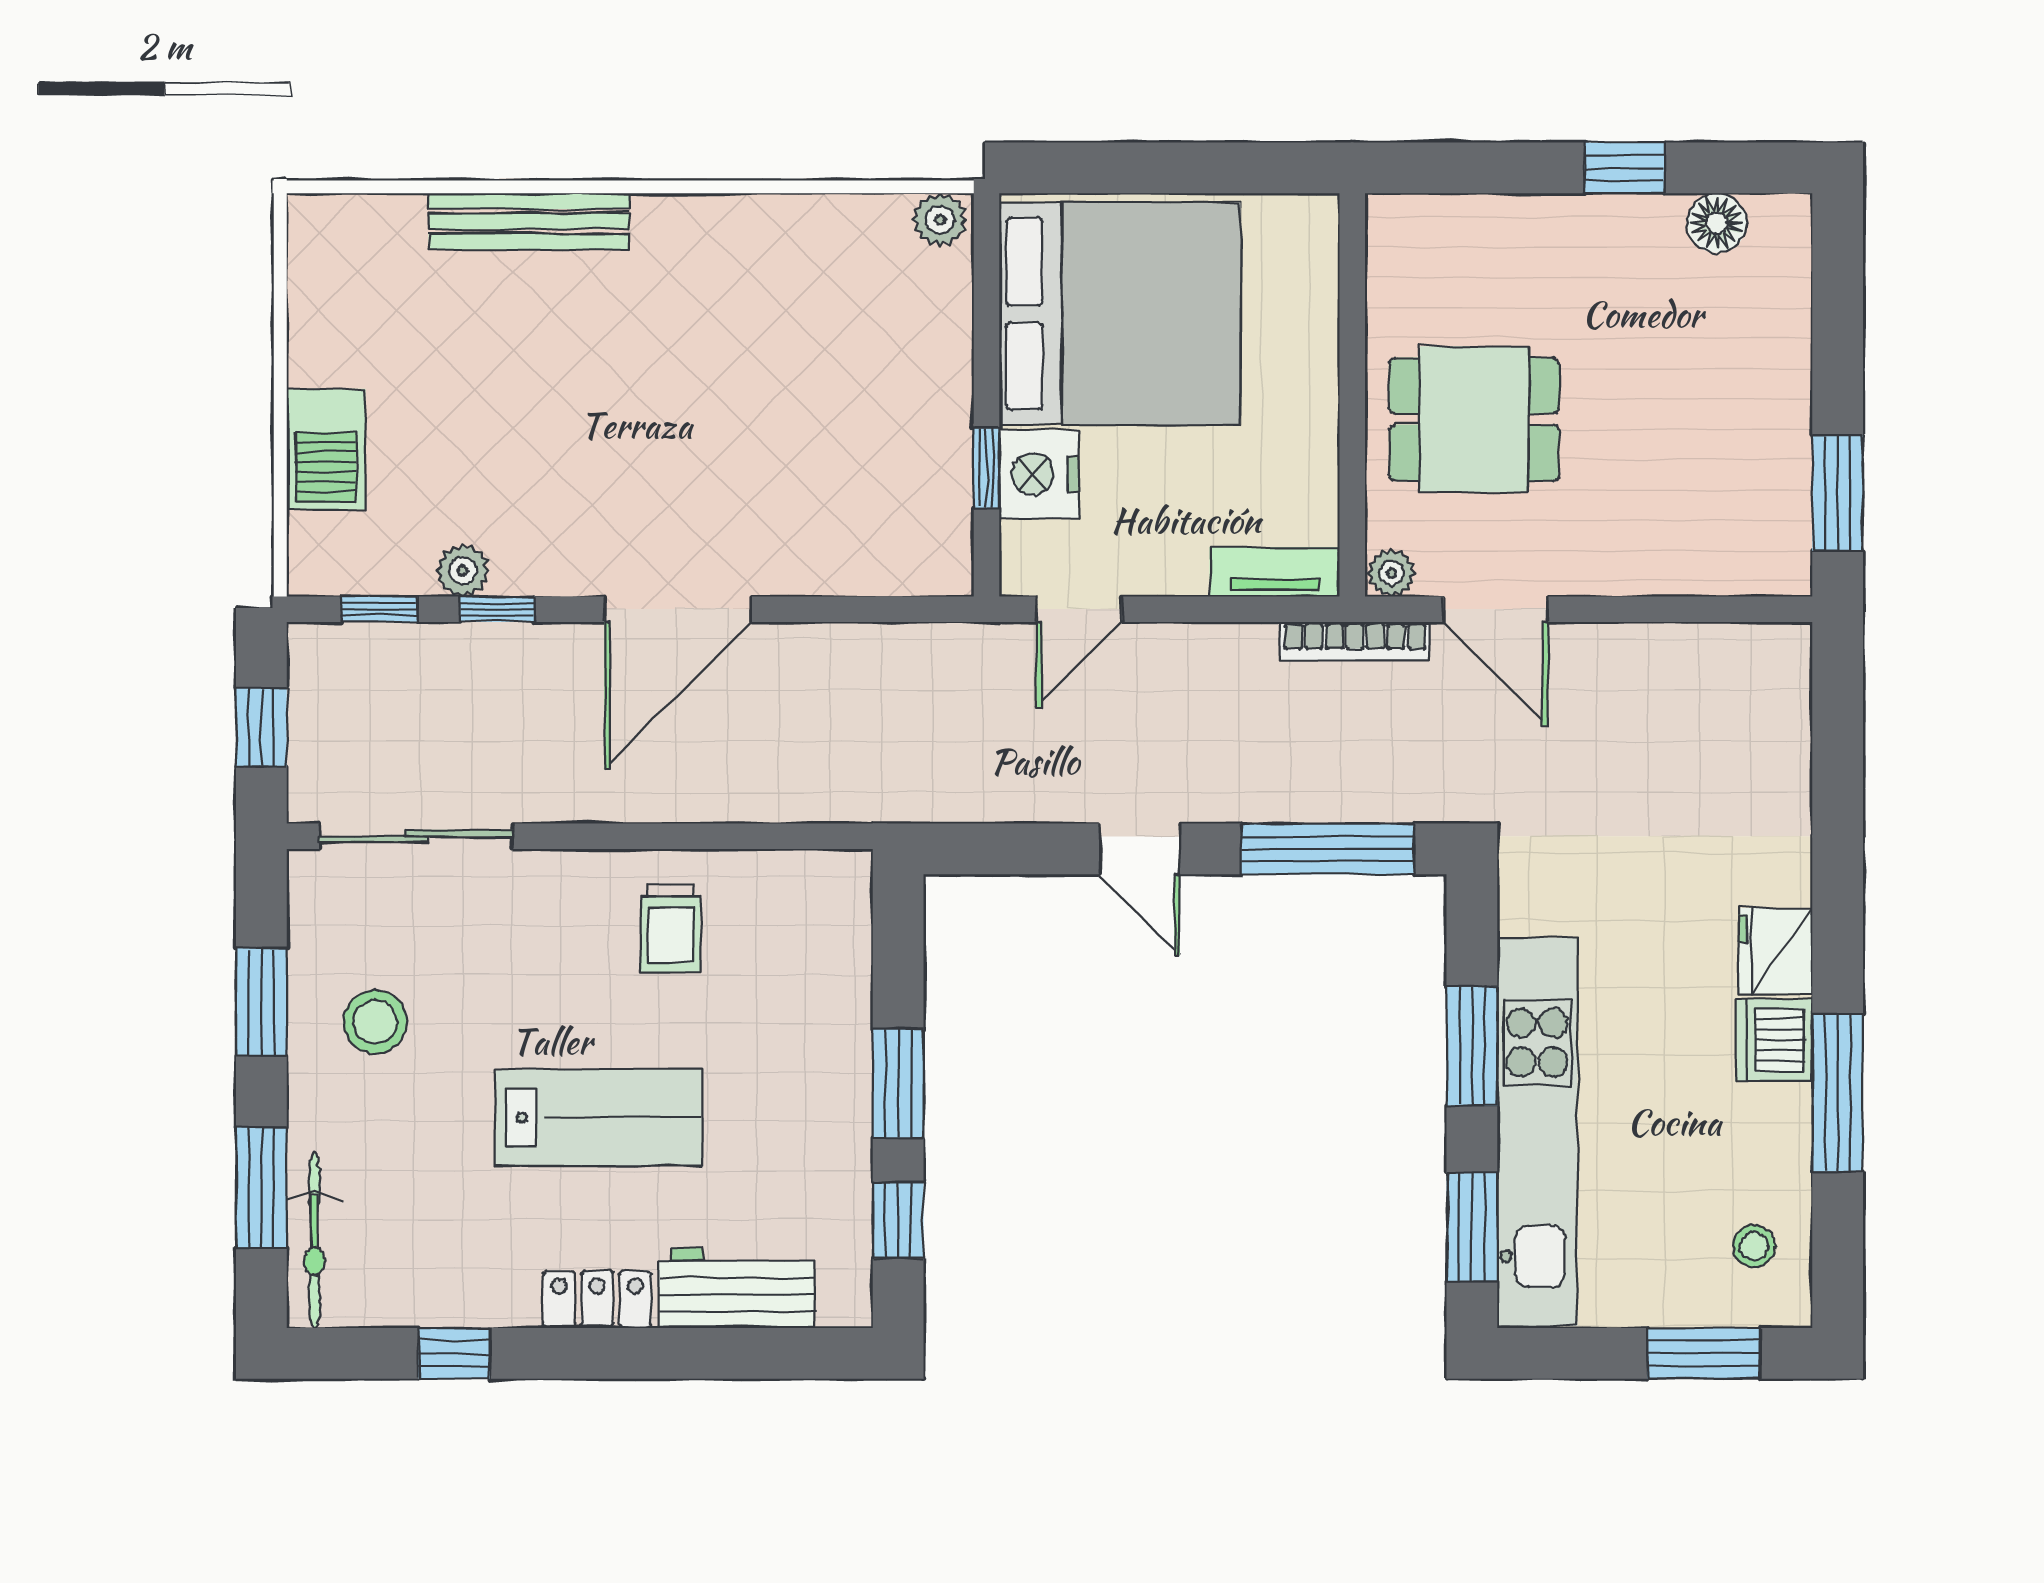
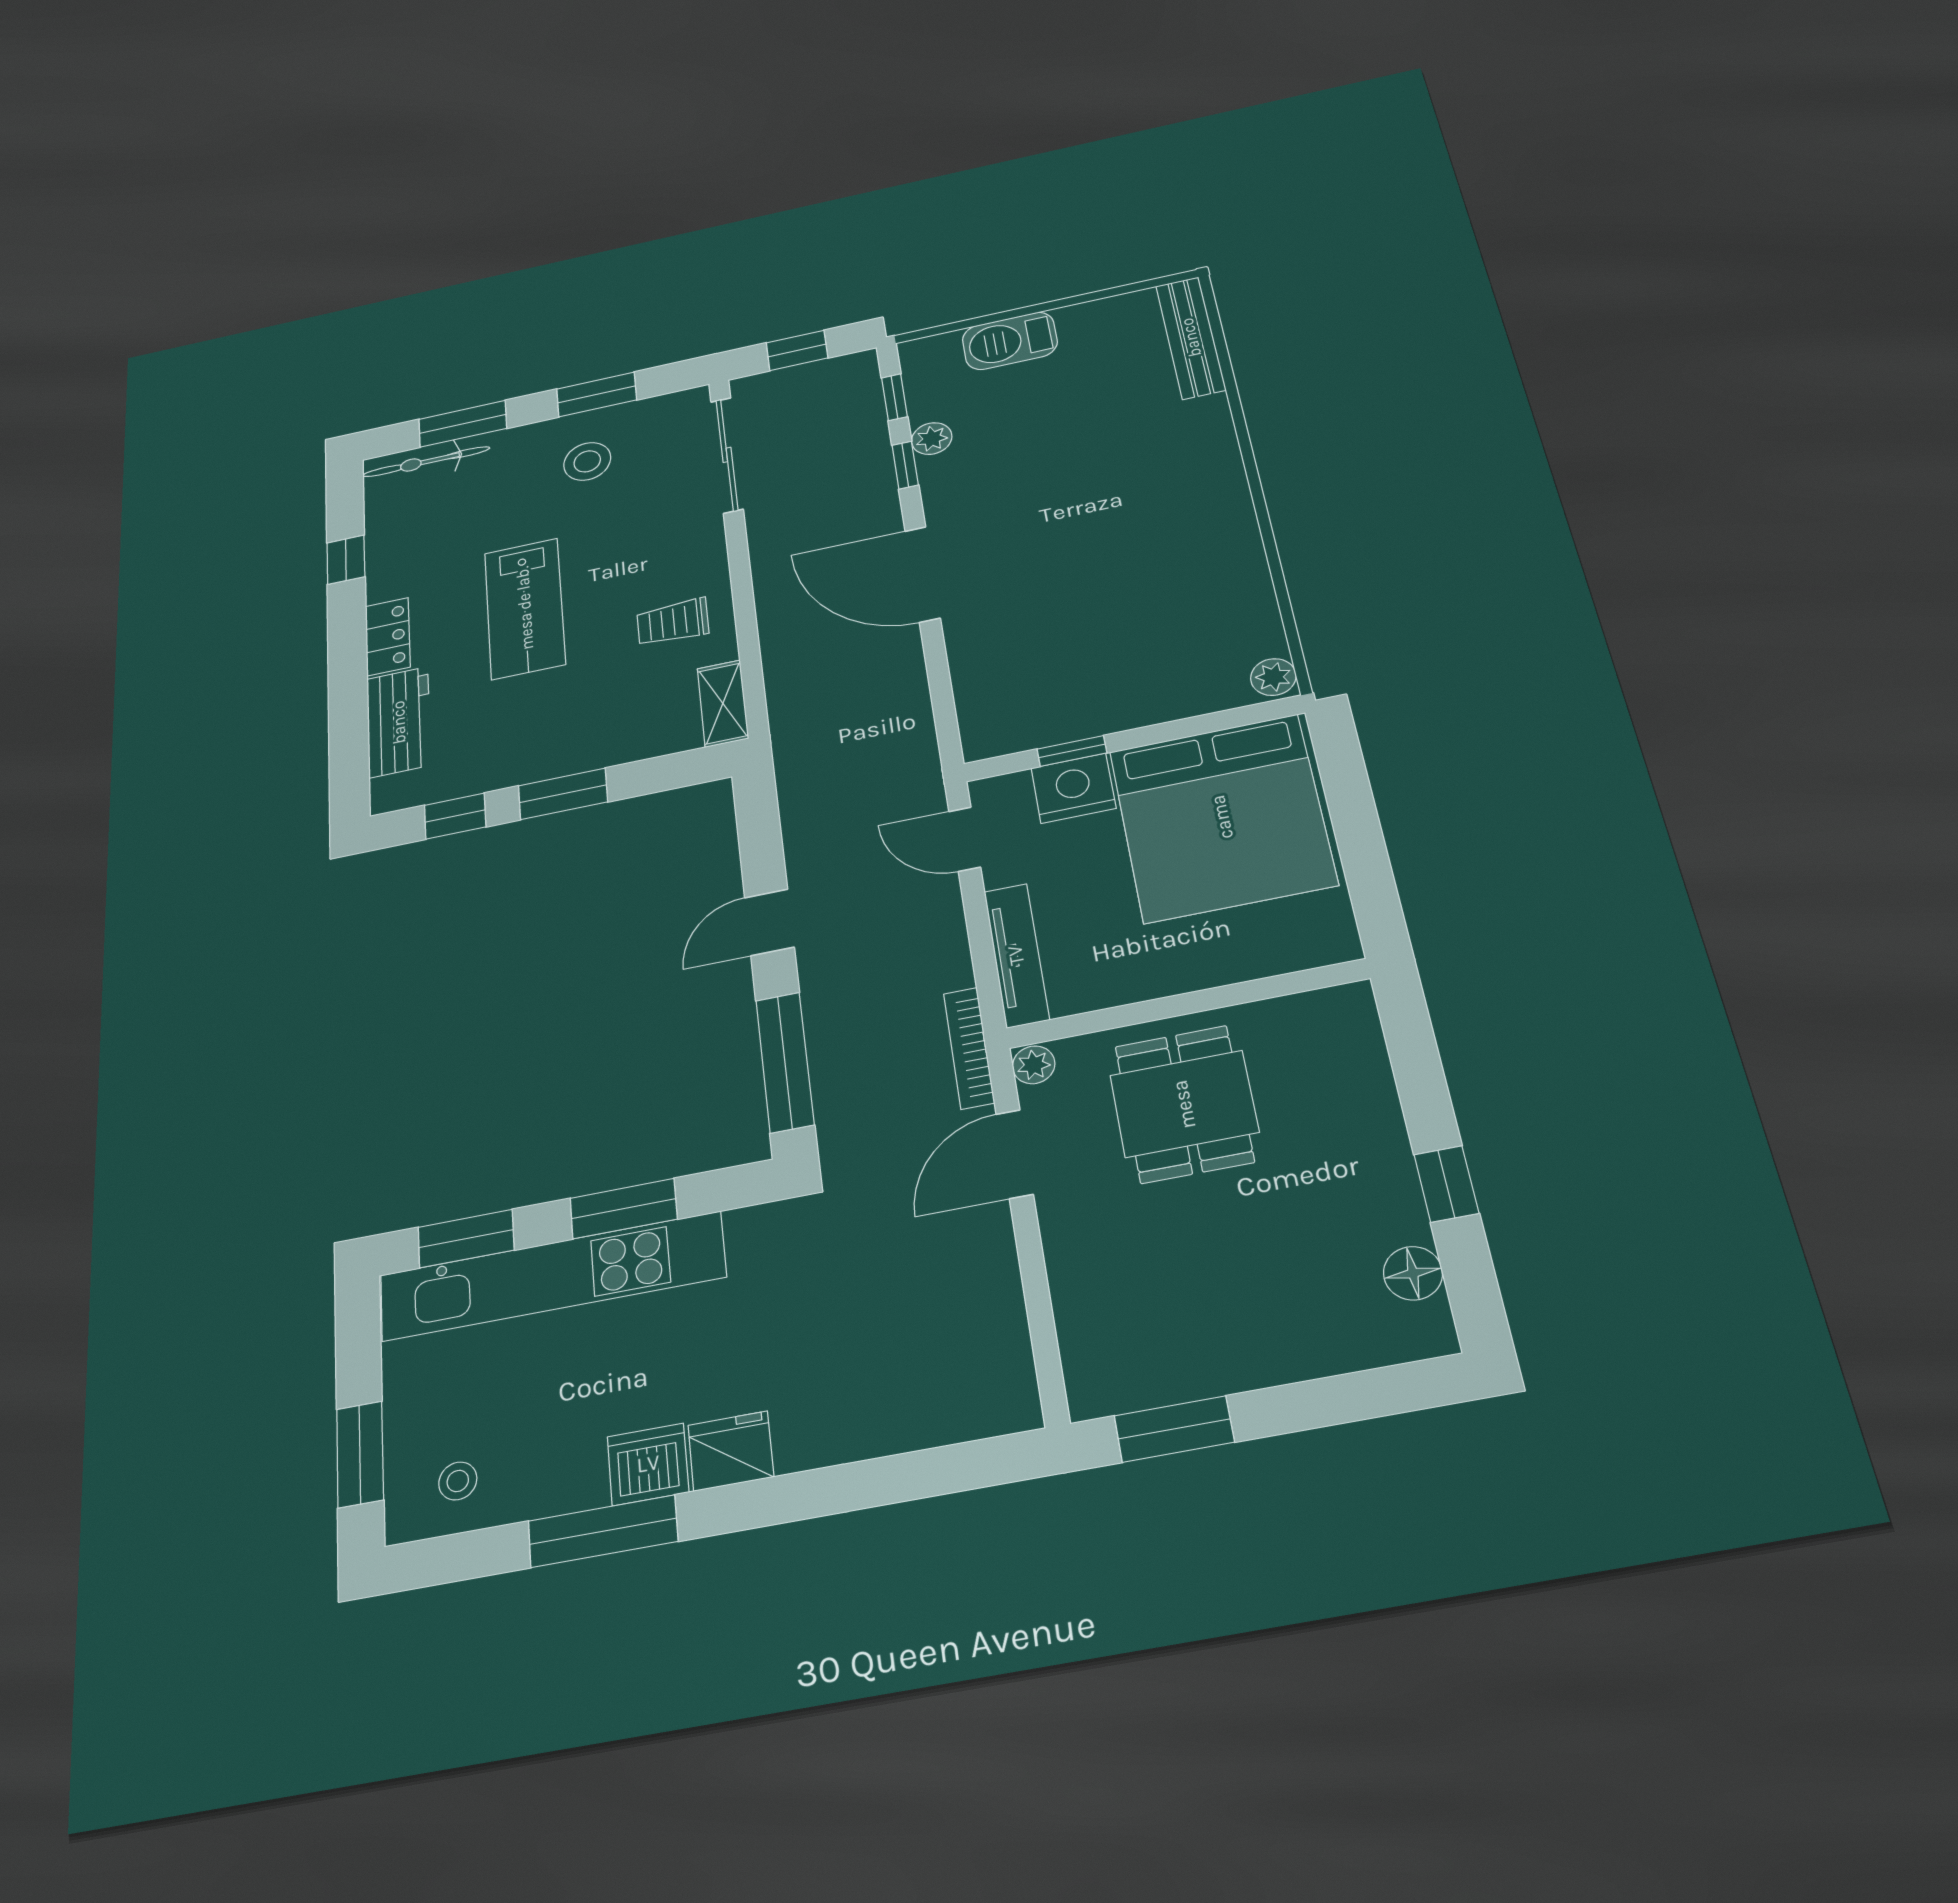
bench: (529, 221) -> (1191, 337), moved
tv unit: (1275, 572) -> (1016, 955), width x1.41
shelving: (812, 876) -> (723, 703), added

